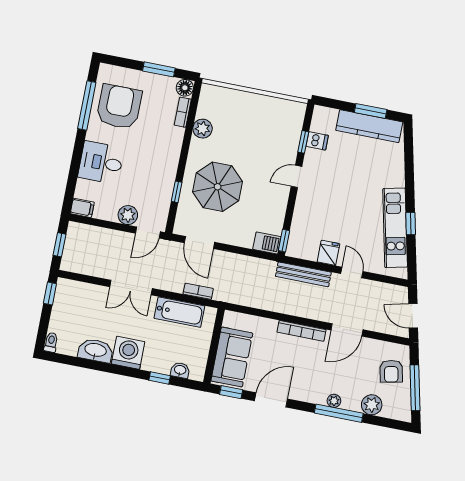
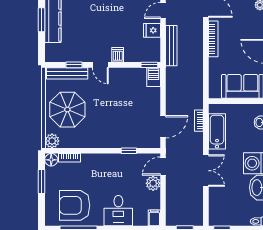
plant: (203, 129) -> (52, 141), moved
bench: (294, 131) -> (67, 73), added
dishwasher: (317, 141) -> (118, 55), moved
parasol: (218, 187) -> (67, 110), moved
door: (148, 232) -> (163, 166), swing flipped

